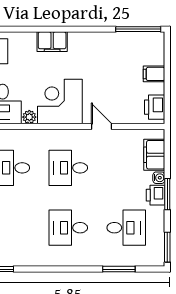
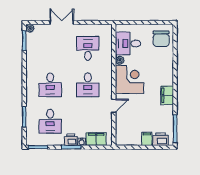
filing cabinet: (52, 42) -> (167, 95), moved
printer: (155, 107) -> (161, 139), moved
desk: (68, 168) -> (88, 85), turned 180
desk: (68, 228) -> (50, 85), turned 180

